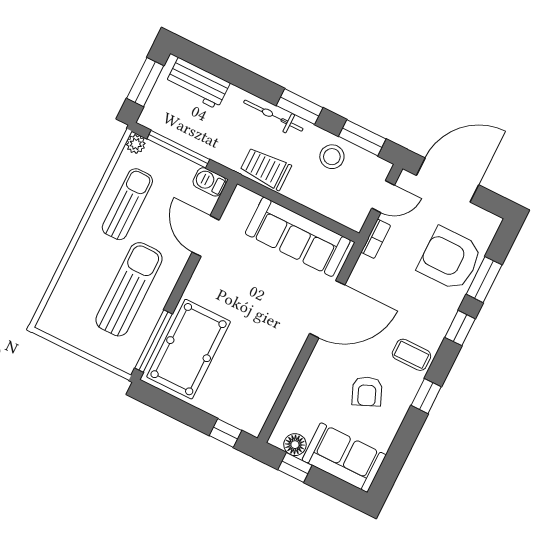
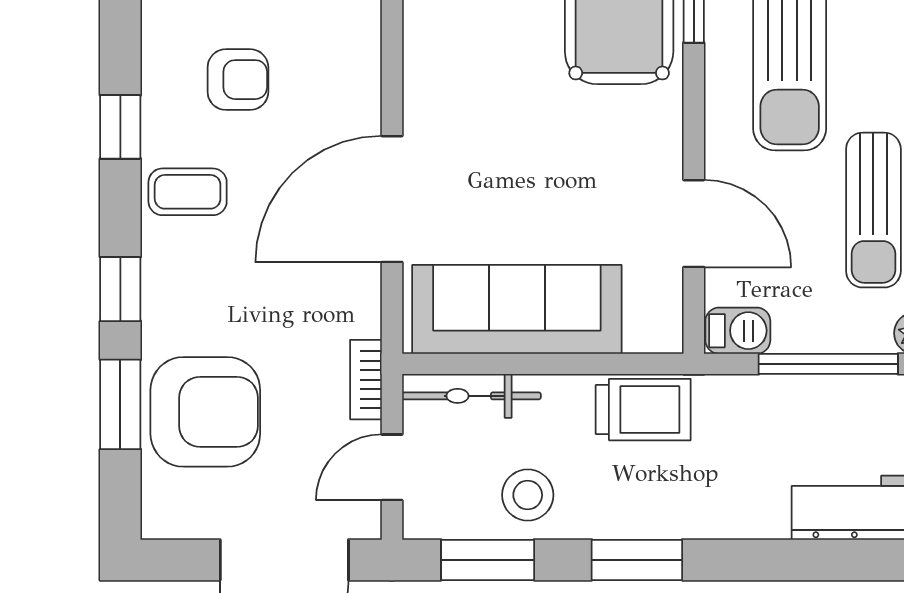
bicycle: (273, 116) -> (471, 396), moved, turned 180
armchair: (367, 391) -> (238, 80), turned 113

